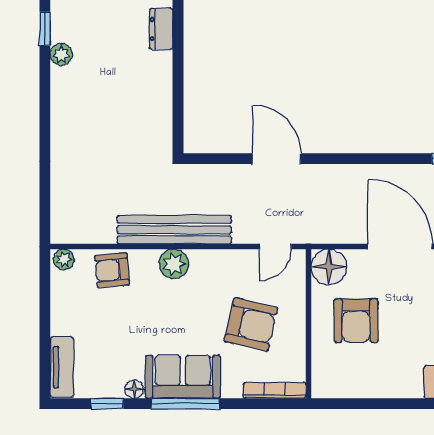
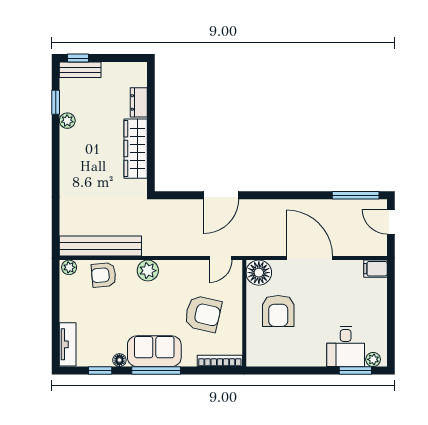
wardrobe: (157, 93) -> (136, 149), added
door: (277, 159) -> (221, 195), swing flipped
bench: (174, 230) -> (100, 246), moved

